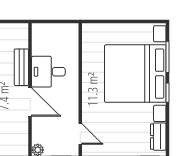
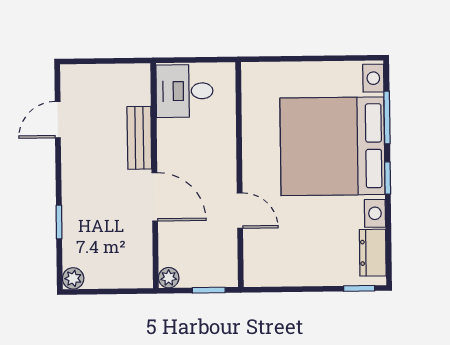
desk: (48, 72) -> (185, 91), moved
door: (80, 134) -> (240, 211), moved

